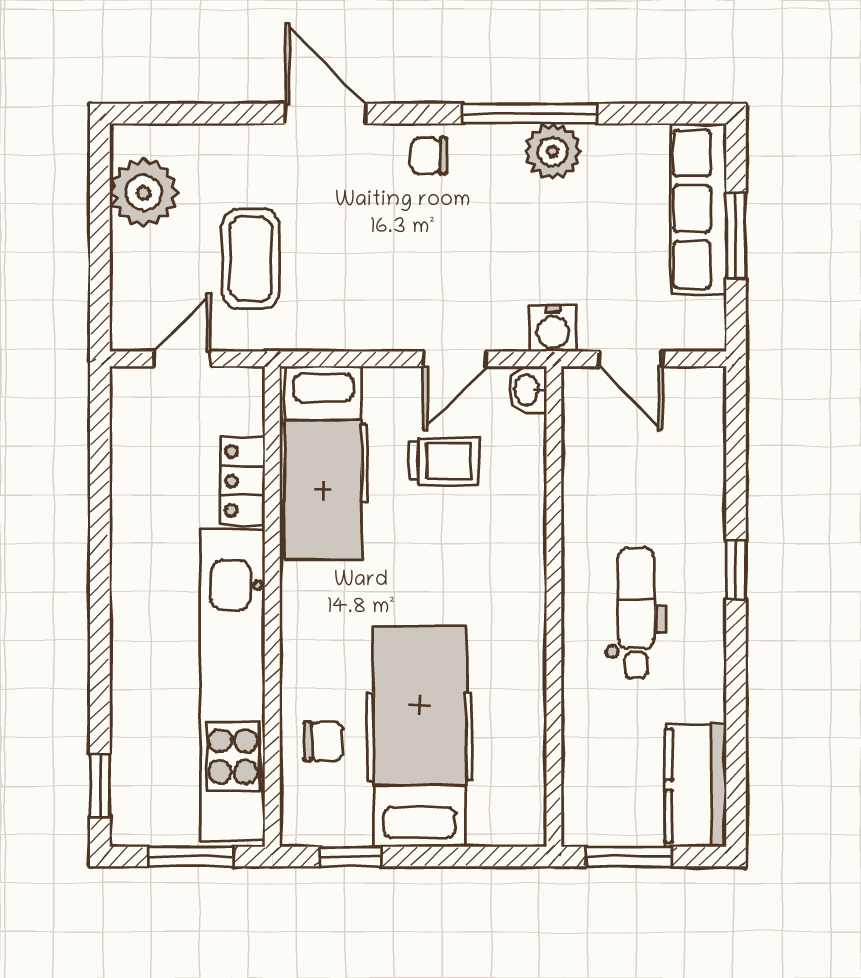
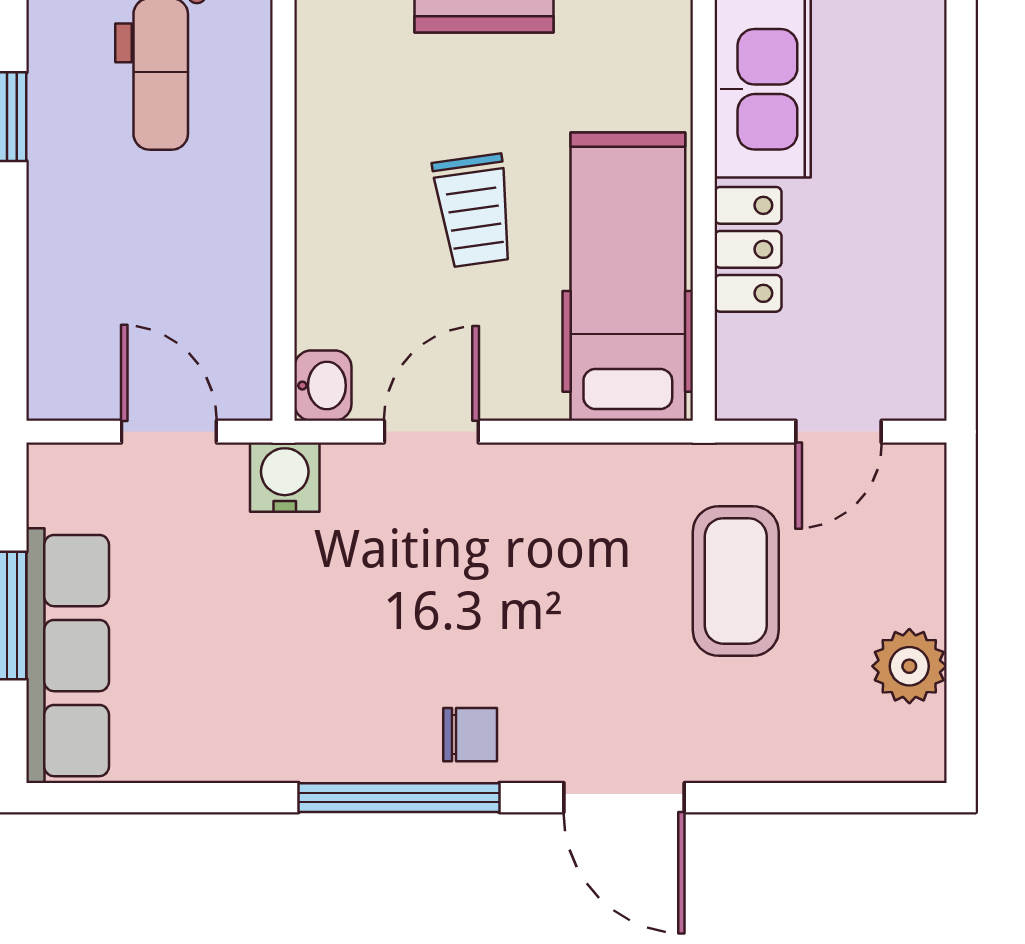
window: (530, 114) -> (399, 798), moved
plant: (553, 151) -> (286, 741), removed
plant: (144, 193) -> (909, 666), width x0.73, depth x0.73
trolley: (444, 461) -> (474, 211), moved, turned -98

